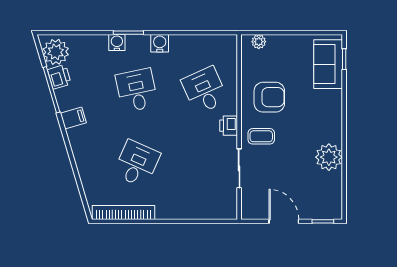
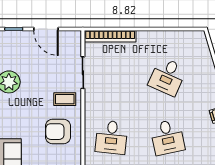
desk: (205, 90) -> (111, 137), turned 30
printer: (229, 126) -> (92, 108), removed
bookcase: (123, 212) -> (110, 36), moved

